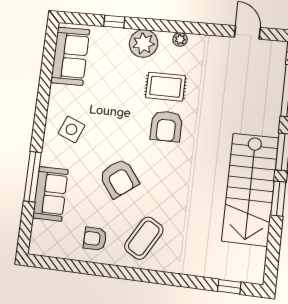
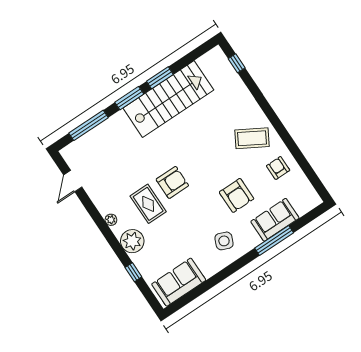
armchair: (119, 178) -> (237, 195), moved, turned 127
armchair: (95, 239) -> (278, 168), turned 180

